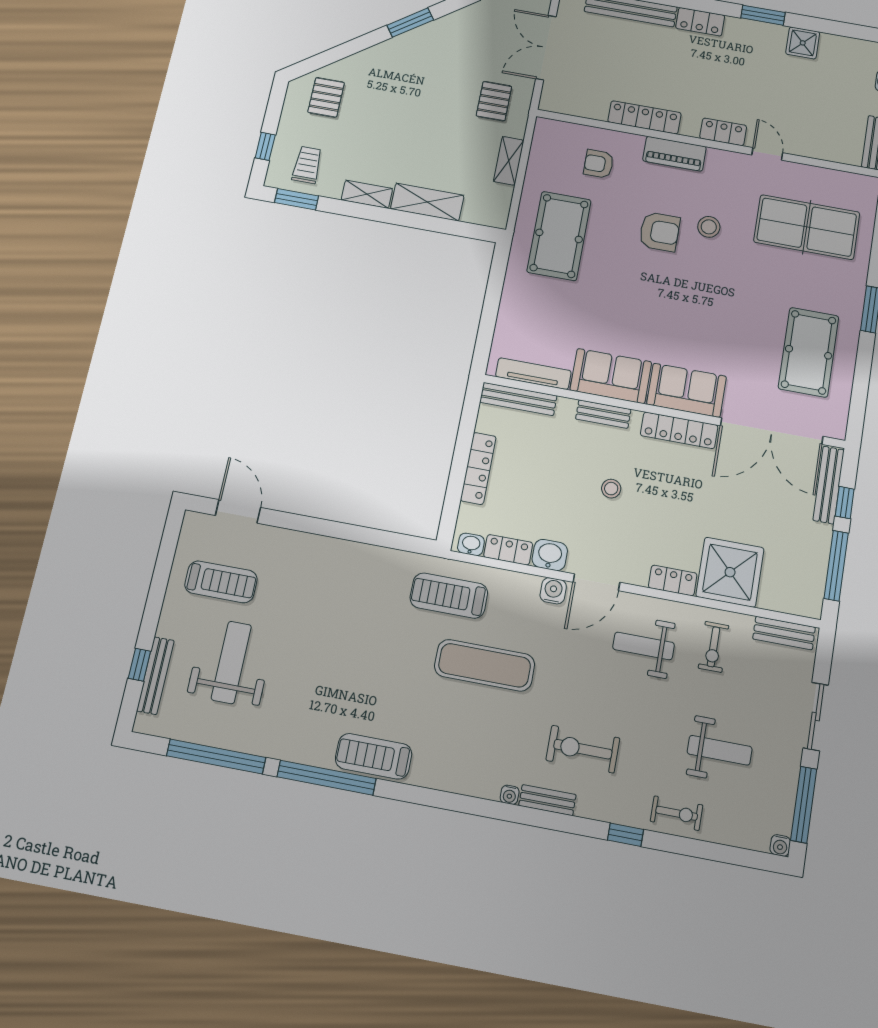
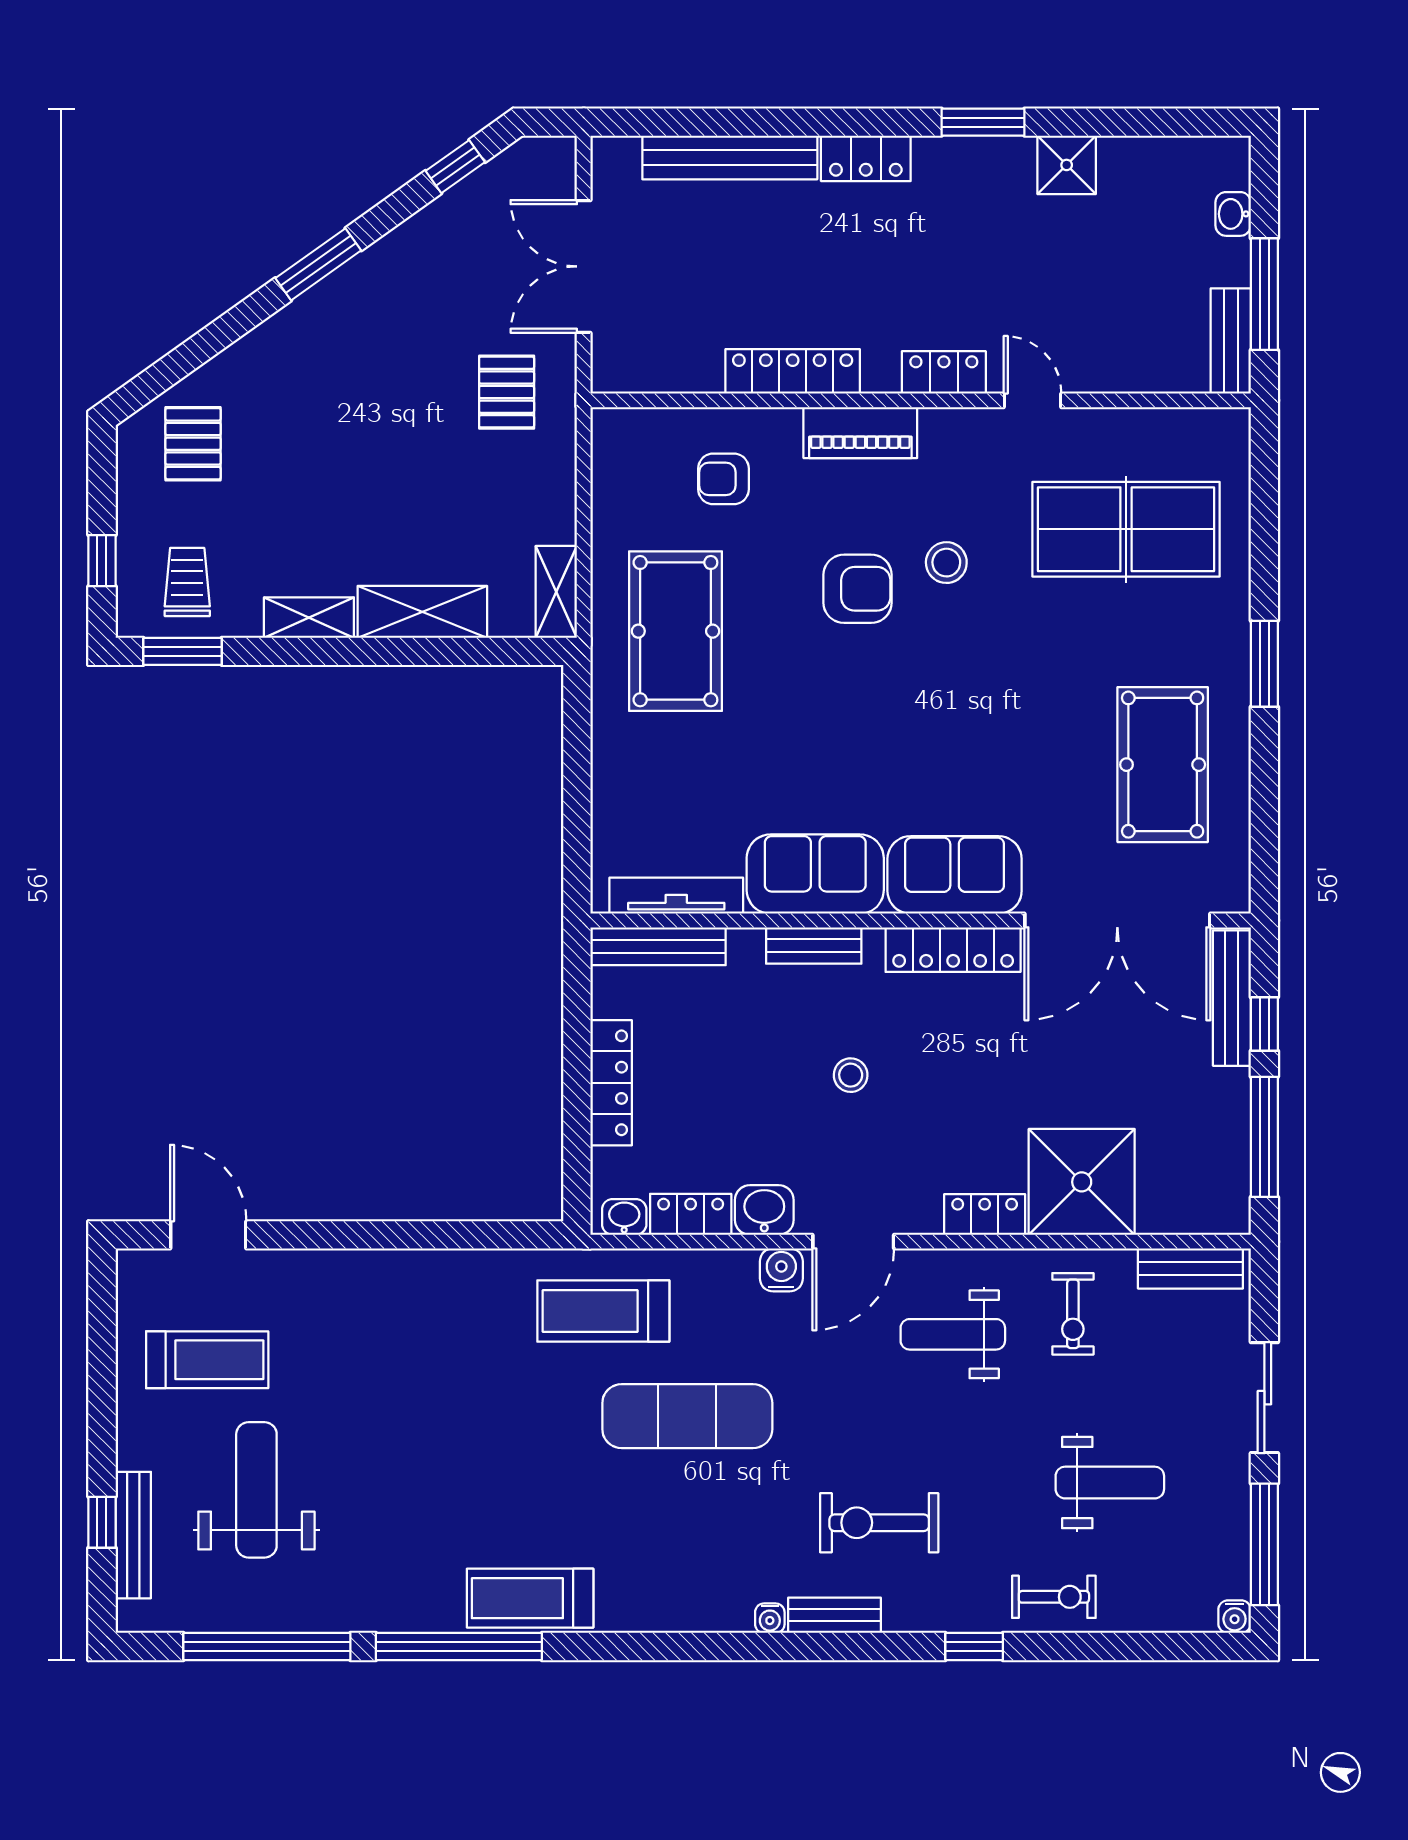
shelving: (509, 161) -> (556, 592), moved

